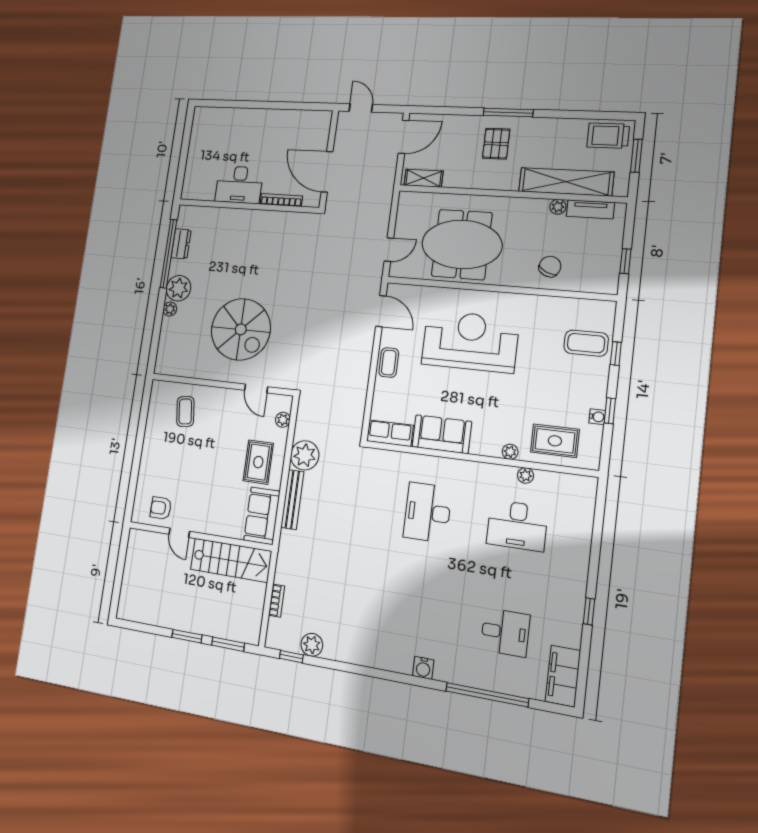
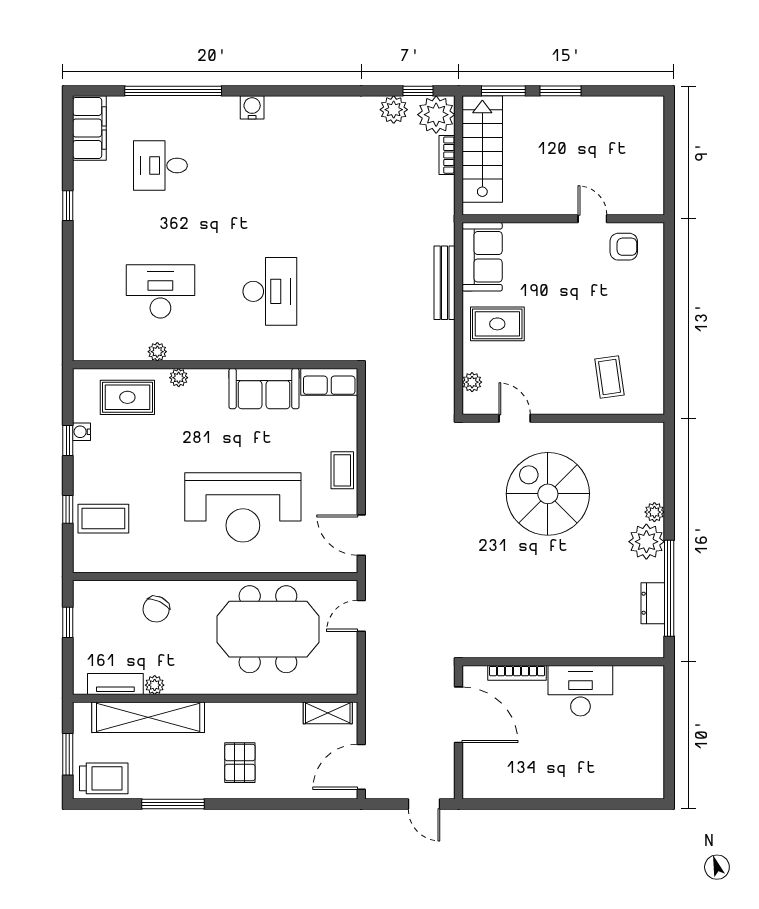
window: (508, 112) -> (173, 804), moved
plant: (305, 455) -> (436, 115), moved
rug: (258, 462) -> (497, 324), turned 90
stairs: (231, 560) -> (482, 149), moved, turned 90

